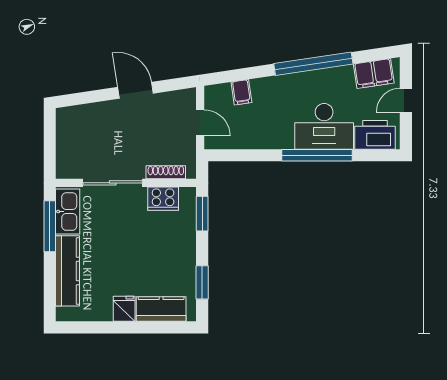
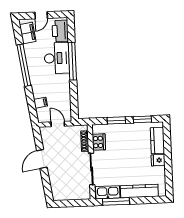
door: (406, 100) -> (41, 15), hinge flipped
door: (200, 123) -> (58, 124), hinge flipped
window: (202, 214) -> (116, 120), moved

